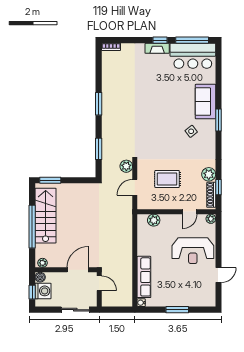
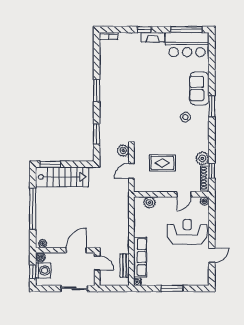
window: (160, 40) -> (144, 30), moved
stairs: (46, 216) -> (62, 177), moved, turned 90
reception desk: (193, 251) -> (187, 232), turned 180
bench: (128, 286) -> (125, 266), added

